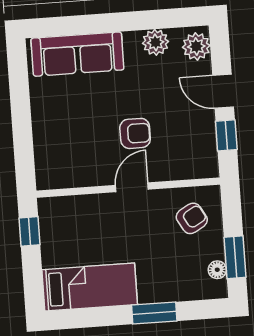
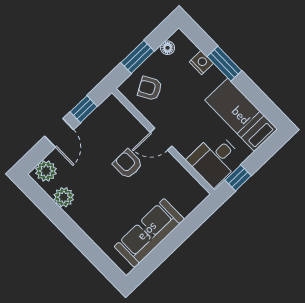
sofa: (77, 54) -> (149, 233), moved, turned -90
desk: (67, 224) -> (215, 159), added
window: (235, 257) -> (138, 57), moved
nightstand: (175, 291) -> (201, 63), added

